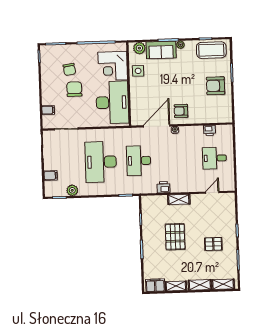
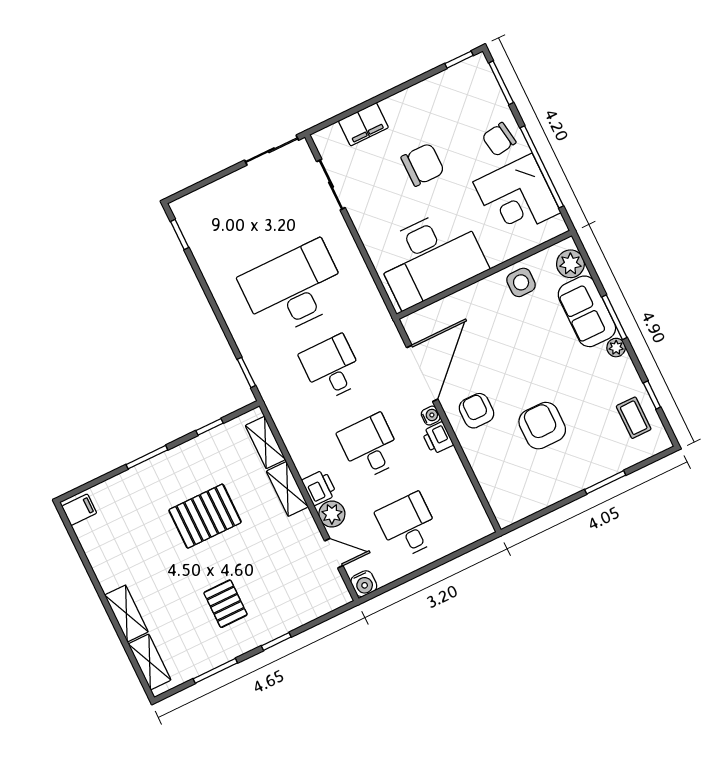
coffee table: (211, 50) -> (634, 418), width x0.54, depth x0.58
corner desk: (113, 66) -> (517, 197), moved, turned -90
chair: (69, 69) -> (499, 139), moved
armchair: (216, 86) -> (542, 426), moved
filing cabinet: (48, 110) -> (363, 124), width x2.00
door: (157, 126) -> (422, 373), hinge flipped
printer: (210, 130) -> (438, 438), moved
desk: (177, 159) -> (370, 447), added
desk: (139, 161) -> (332, 368), width x0.73
filing cabinet: (51, 175) -> (218, 195), removed
water cooler: (230, 186) -> (364, 584), added
printer: (164, 187) -> (319, 487), moved
plant: (72, 190) -> (332, 514), moved
filing cabinet: (155, 285) -> (79, 510), width x0.50
shelving: (176, 286) -> (265, 442), moved

